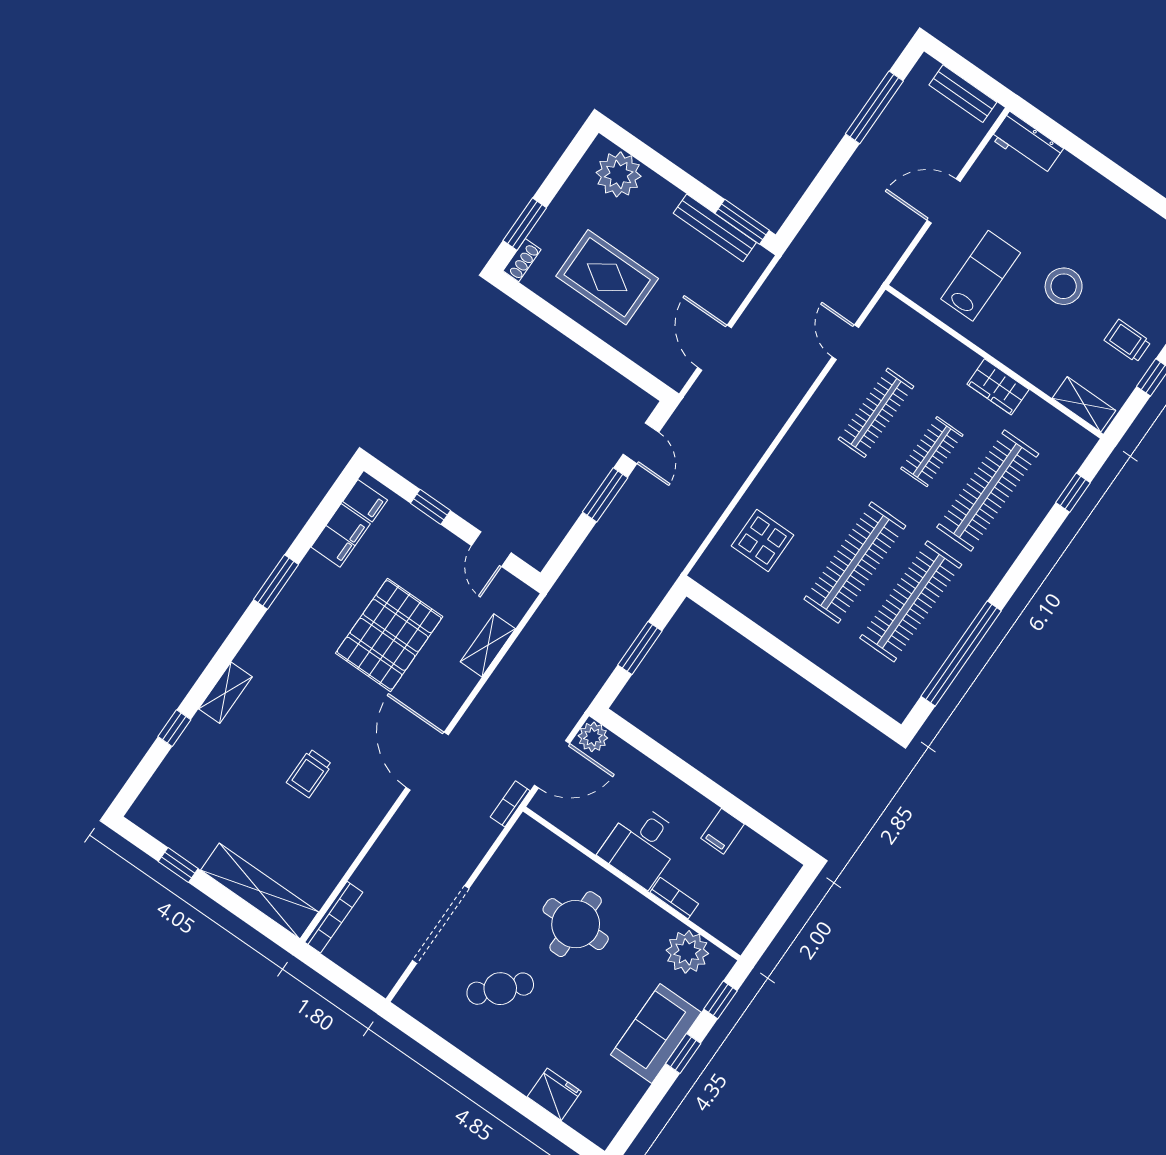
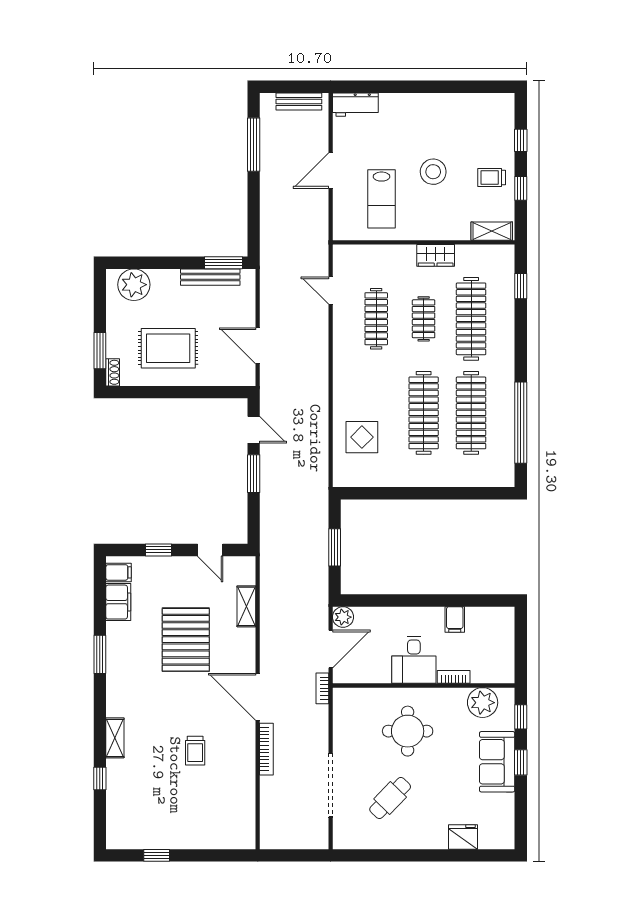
lab bench: (981, 276) -> (381, 199), turned 180
shelving: (260, 891) -> (214, 838), removed
bookcase: (334, 917) -> (266, 749), moved

